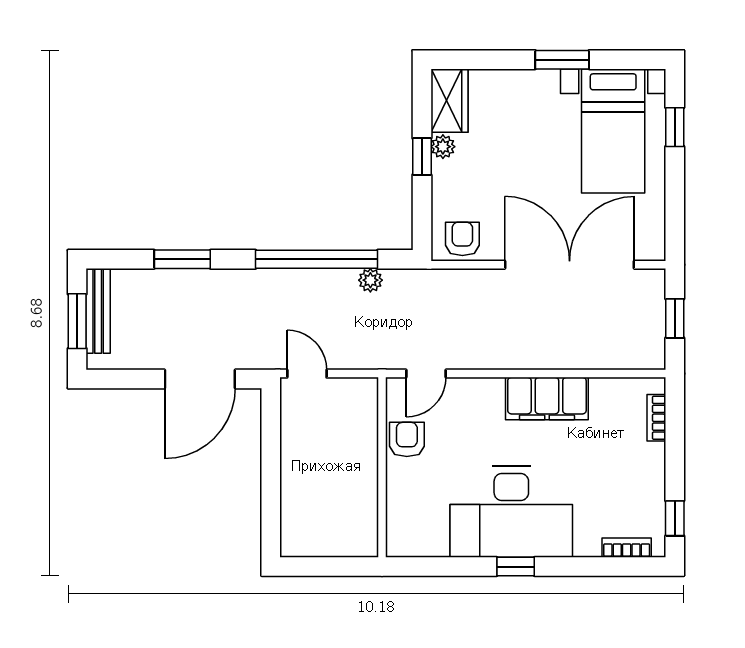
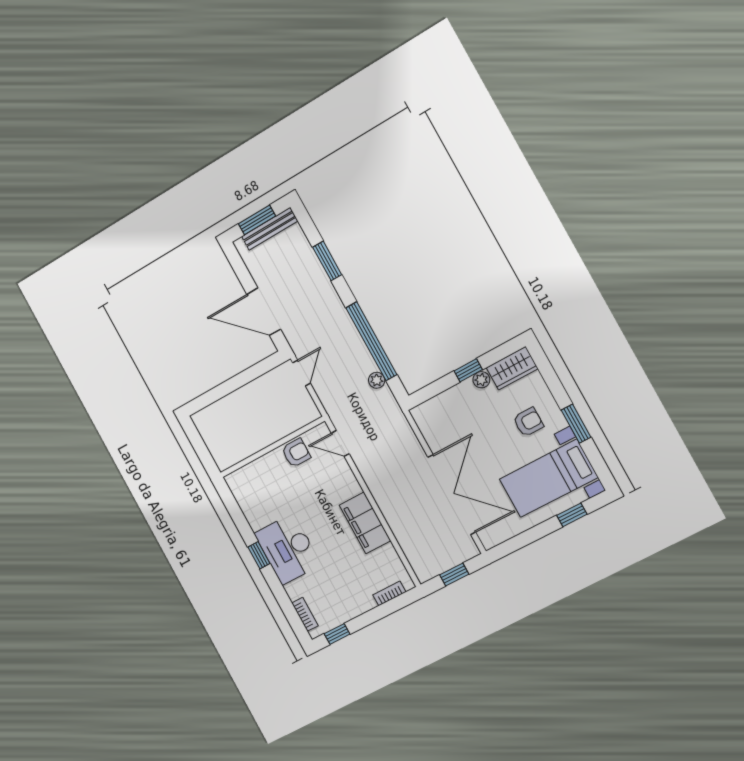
armchair: (462, 239) -> (528, 422), moved
desk: (511, 512) -> (288, 549), width x0.73, depth x0.77

